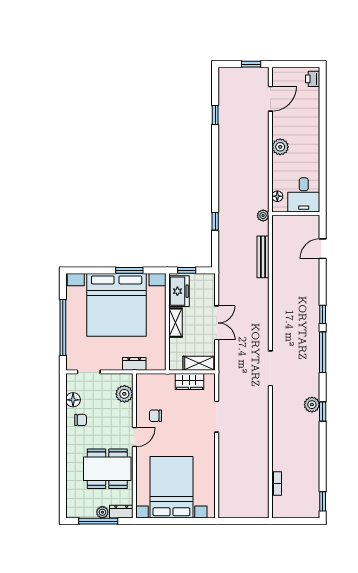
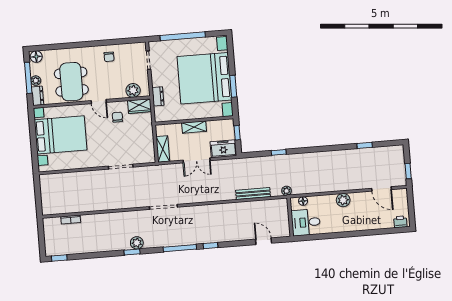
freezer: (179, 291) -> (223, 149), moved, turned 180
wardrobe: (189, 382) -> (140, 106), moved, turned -90
floor lamp: (73, 400) -> (36, 57), moved

